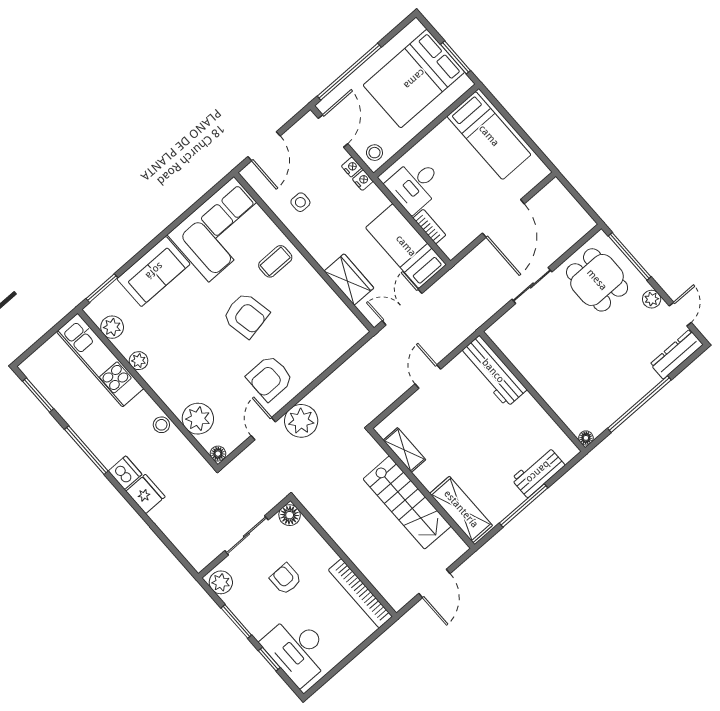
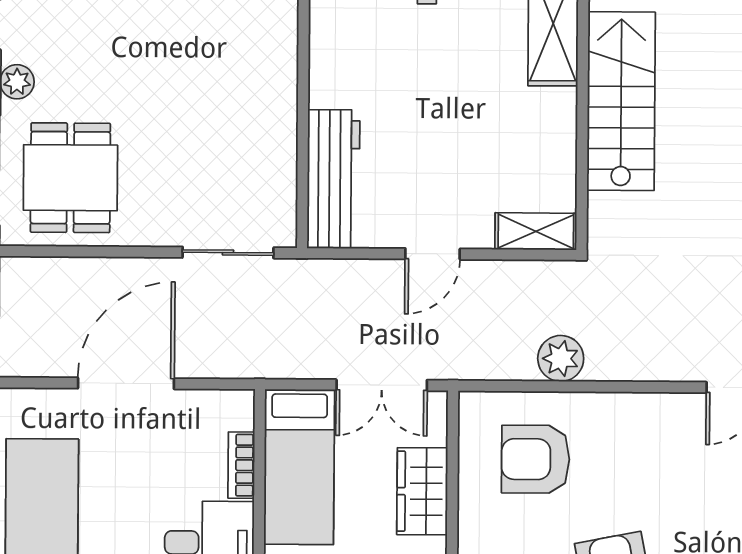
sliding door: (532, 285) -> (228, 253), moved
armchair: (270, 378) -> (535, 459), moved, turned 180
plant: (301, 421) -> (561, 358), moved, width x0.73, depth x0.73
shelving: (404, 450) -> (536, 231), moved, turned 90

